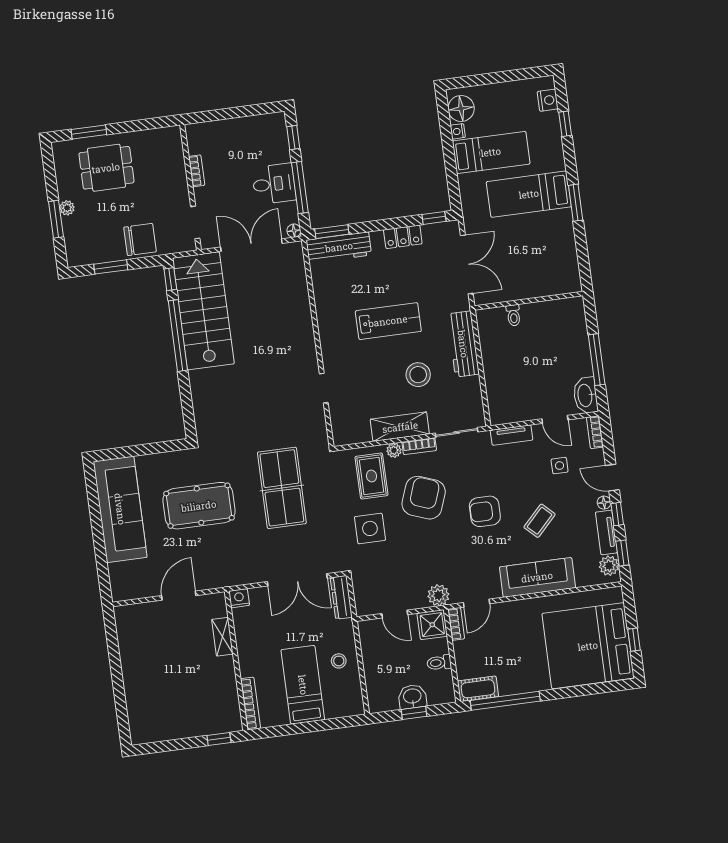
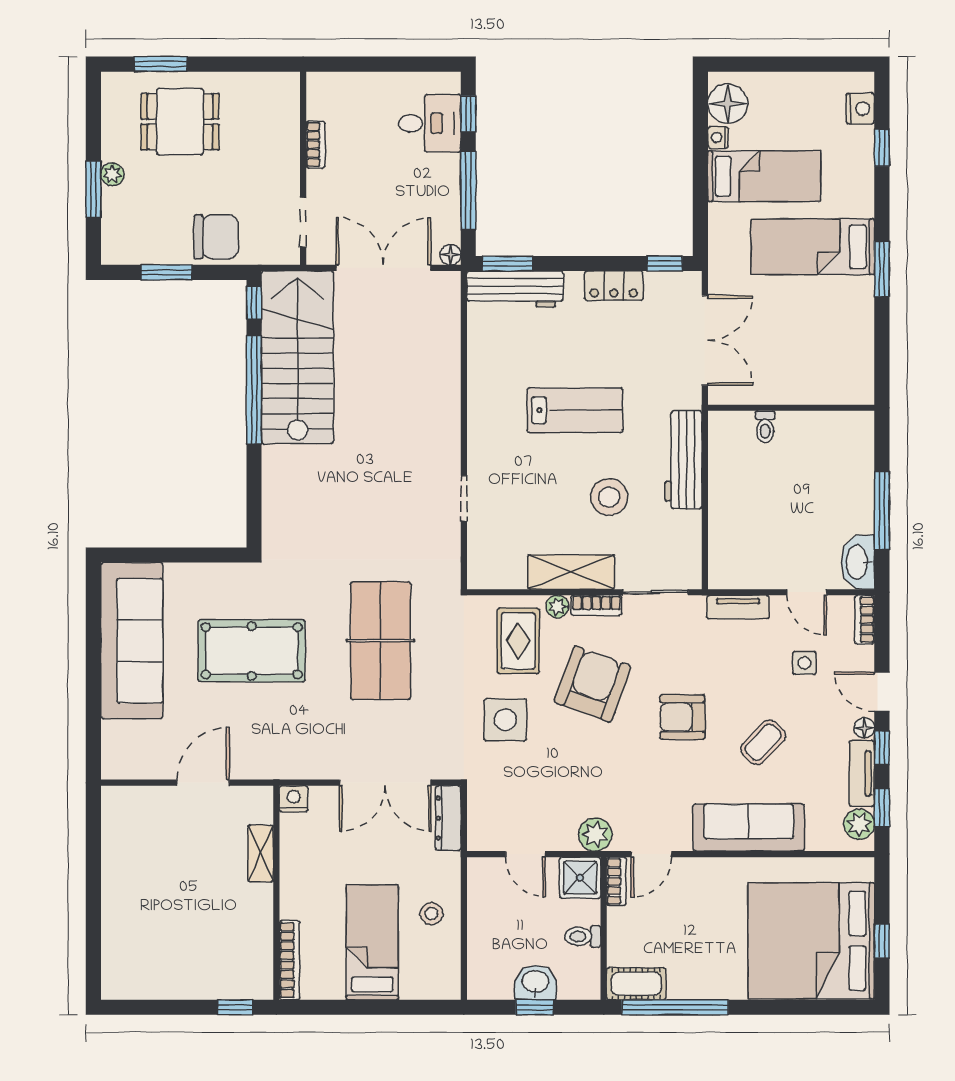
desk: (274, 184) -> (430, 123), moved

